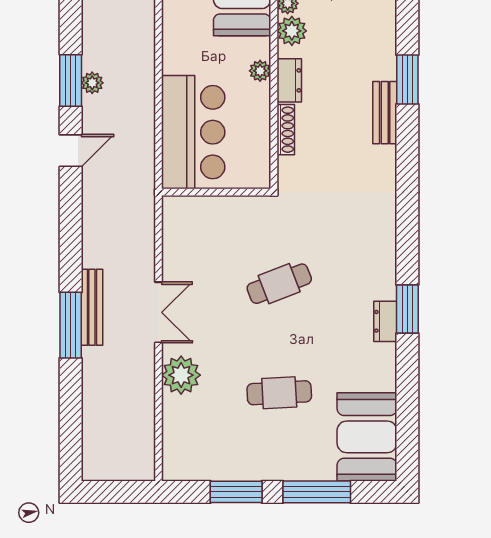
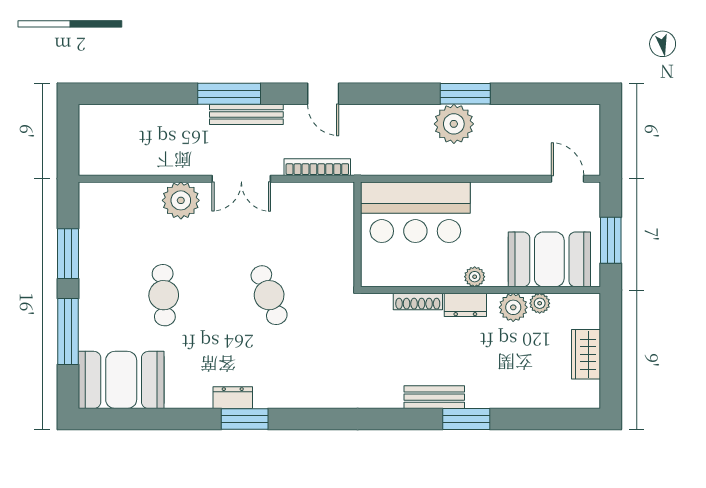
plant: (92, 83) -> (454, 124), width x1.87, depth x1.87
door: (71, 151) -> (323, 94), moved
bookcase: (147, 234) -> (317, 167), added

